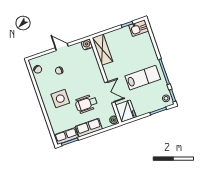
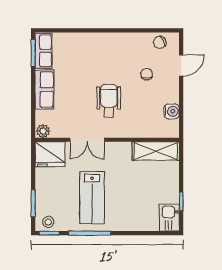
water cooler: (87, 45) -> (172, 111), moved
door: (62, 47) -> (181, 65), moved
side table: (60, 99) -> (103, 61), removed
wheelchair: (86, 104) -> (109, 101), moved

